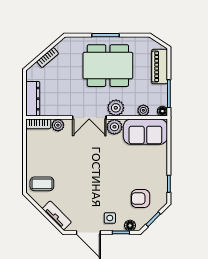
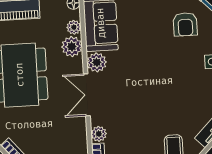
plant: (116, 108) -> (72, 47), moved
double door: (89, 118) -> (87, 95), swing flipped

